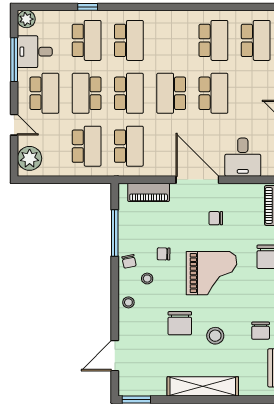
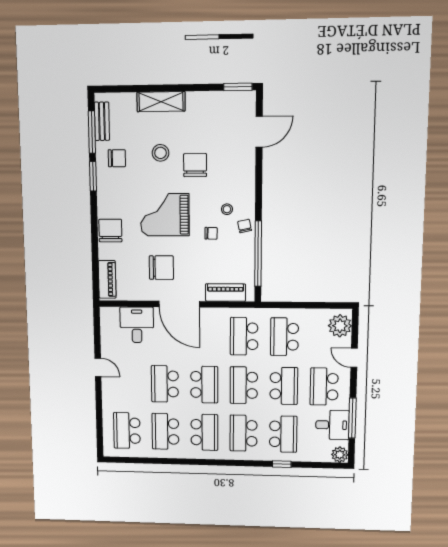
school desk: (87, 40) -> (283, 434), turned 180
school desk: (171, 40) -> (204, 432), added
chair: (216, 218) -> (161, 268), width x1.87, depth x1.87
window: (115, 233) -> (258, 254), width x1.46
stool: (128, 302) -> (245, 185), removed
chair: (261, 331) -> (117, 158), turned 90
shelving: (203, 386) -> (161, 102), width x0.68

